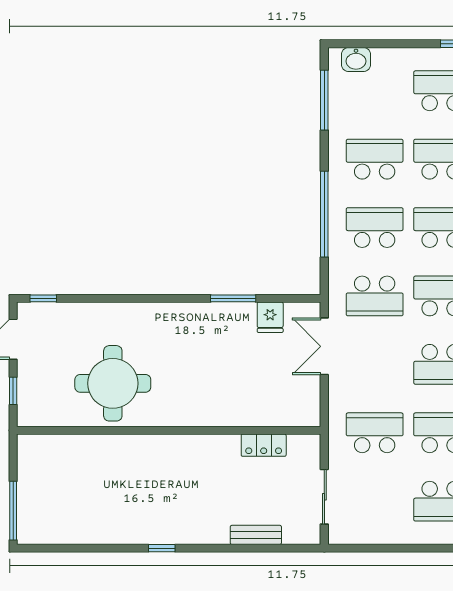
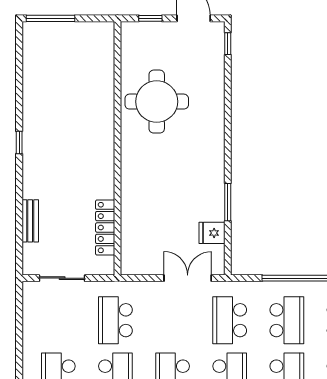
school desk: (375, 433) -> (115, 320), turned 180
locker: (264, 445) -> (105, 228), width x1.53

